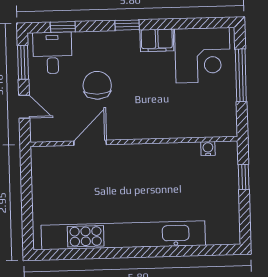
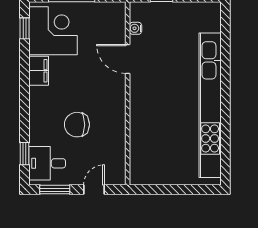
window: (127, 25) -> (25, 28), moved
door: (90, 143) -> (128, 59), moved

